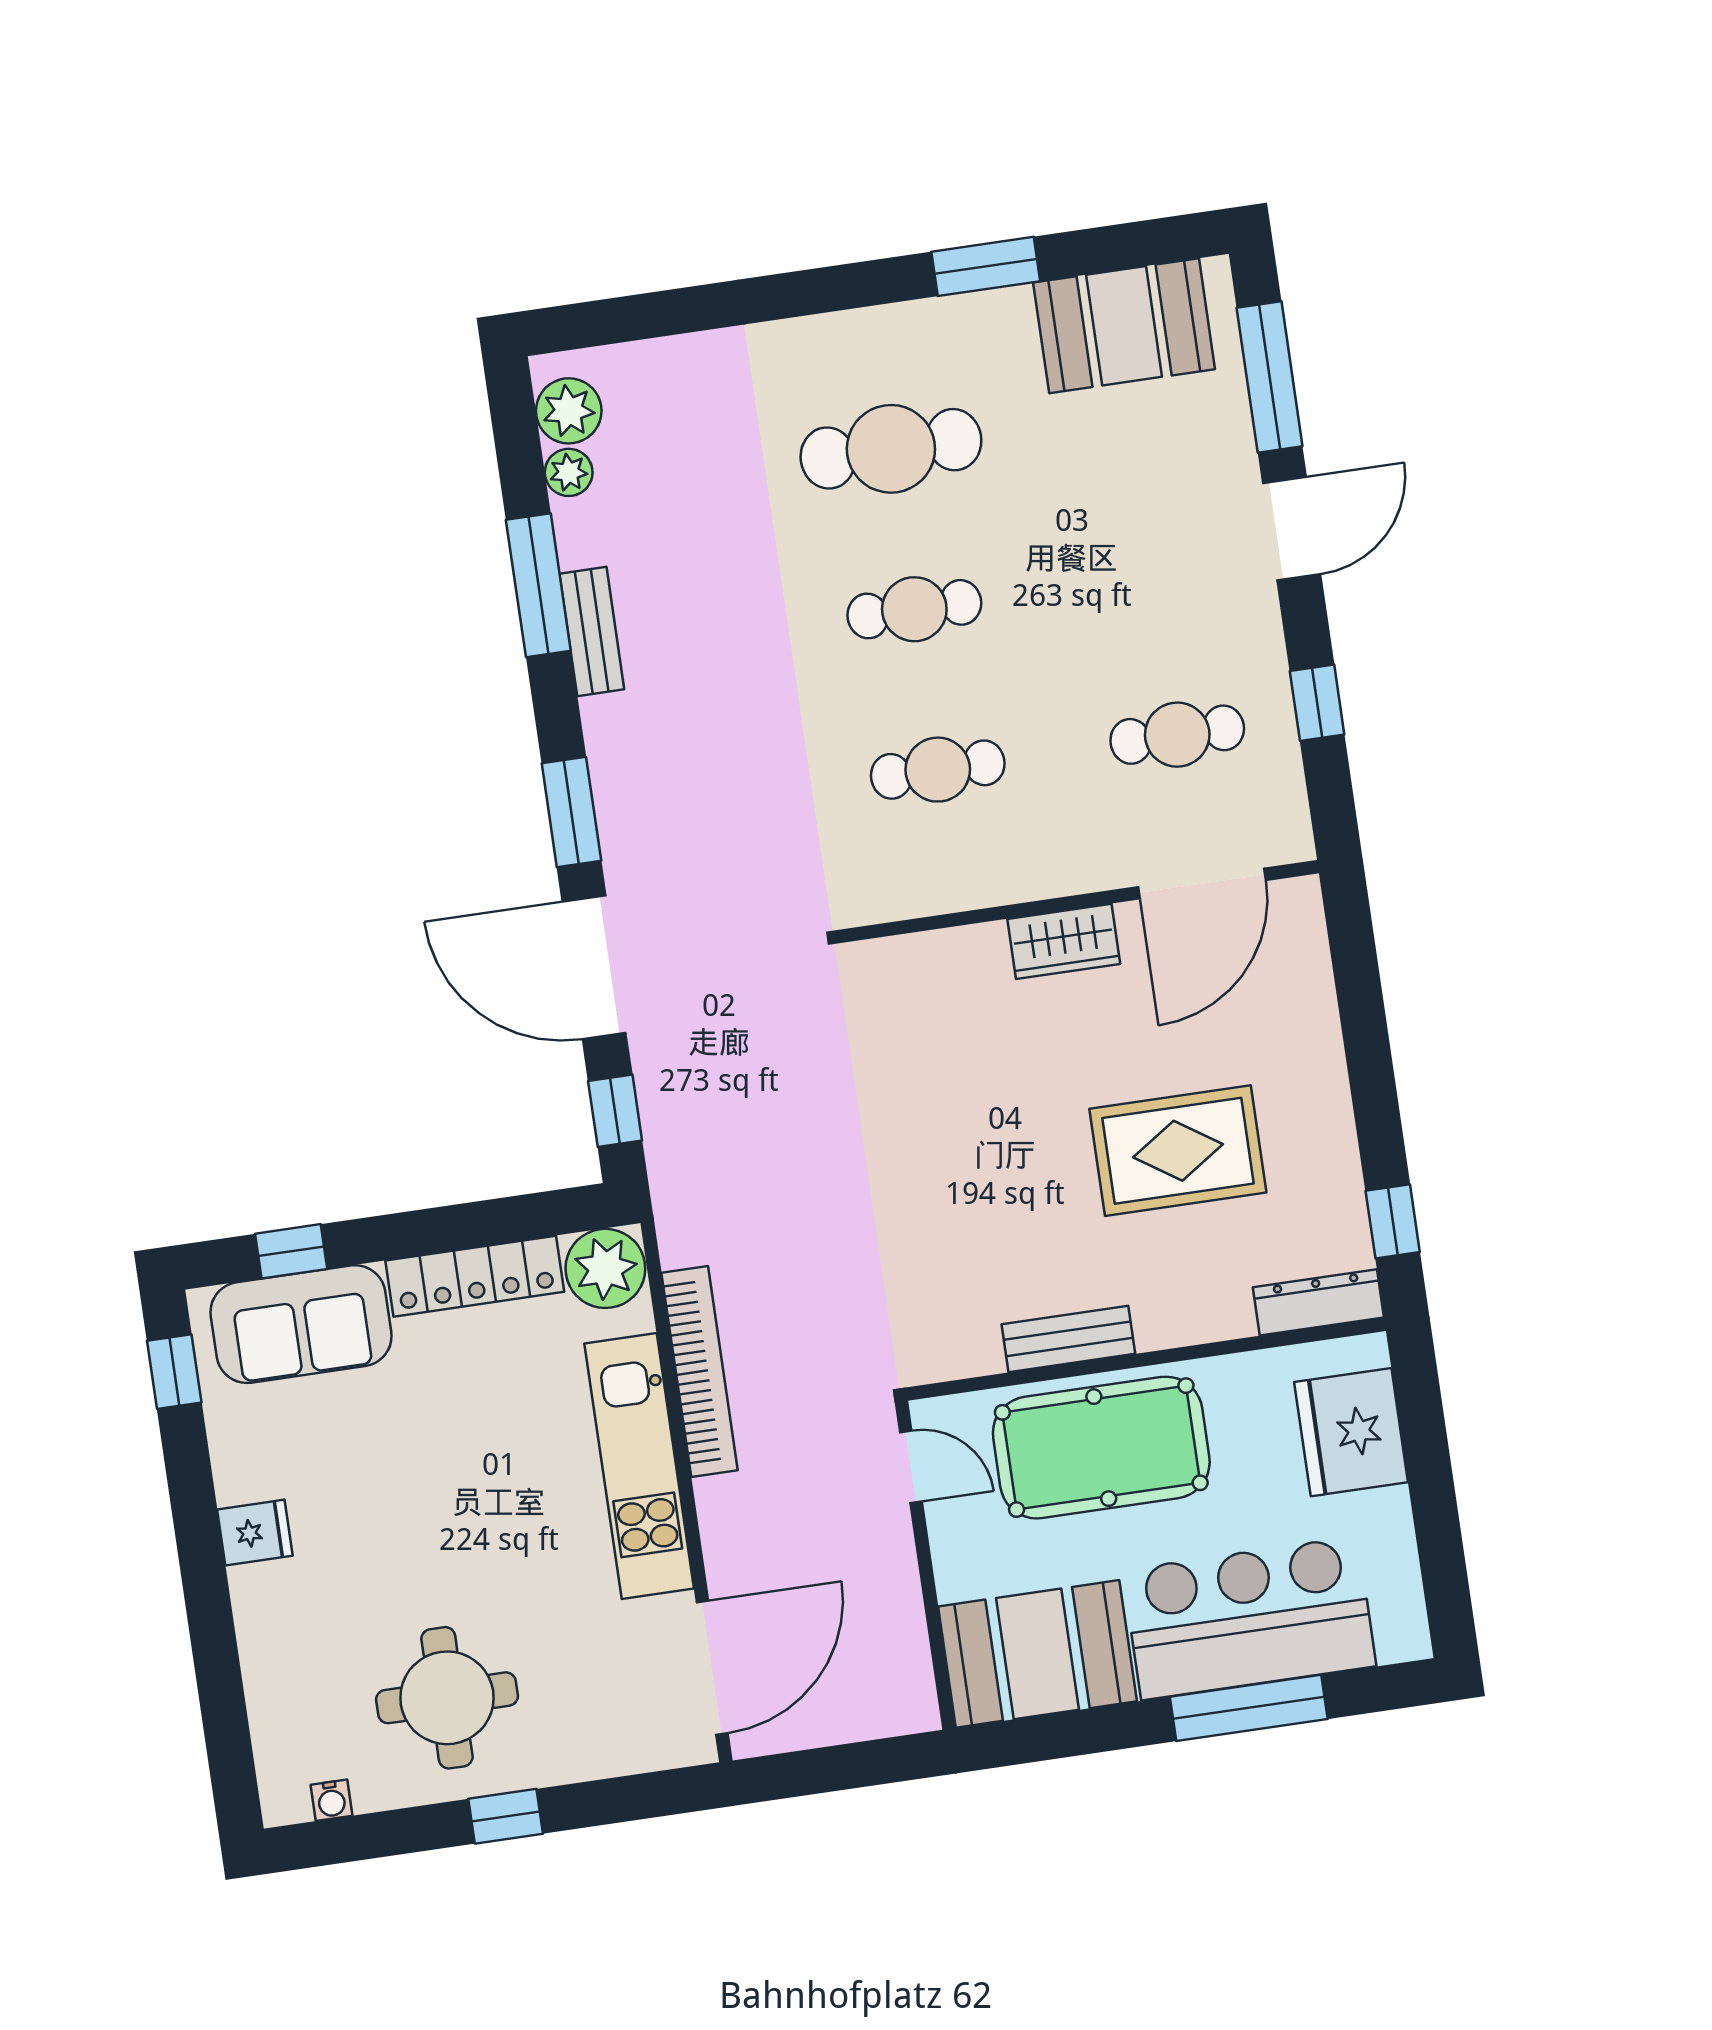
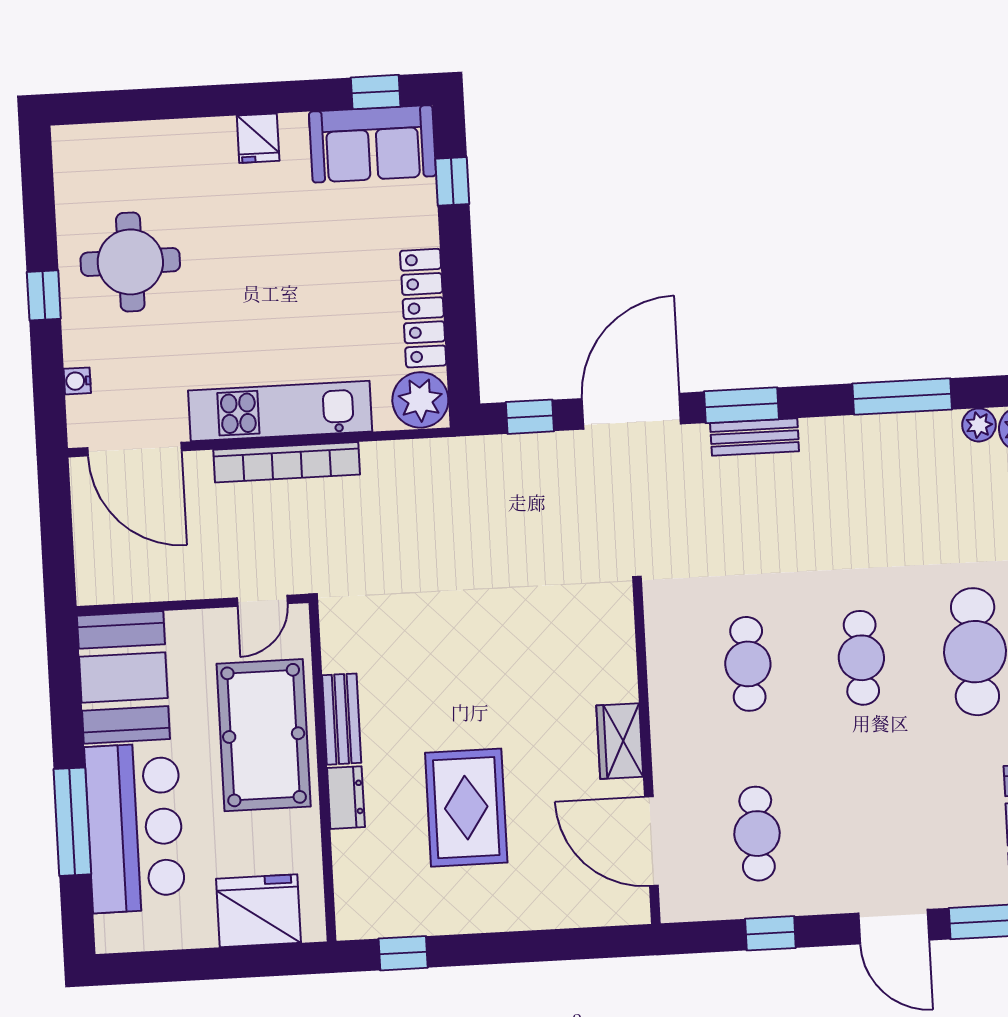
bench: (592, 632) -> (755, 437), moved
dresser: (1318, 1302) -> (346, 798), moved, width x0.70
sofa: (301, 1324) -> (373, 144), moved, turned -90
bookcase: (700, 1371) -> (287, 462), moved
water cooler: (331, 1800) -> (77, 381), moved

